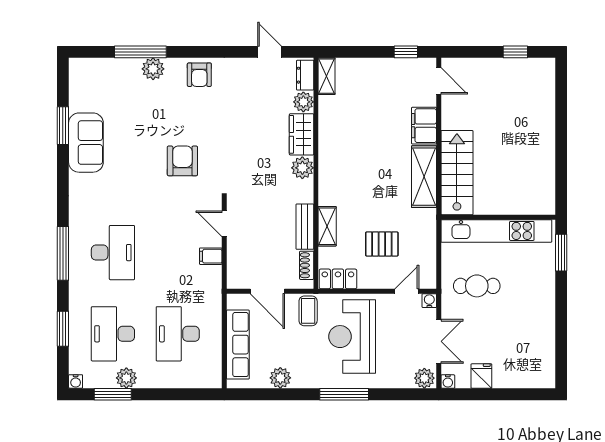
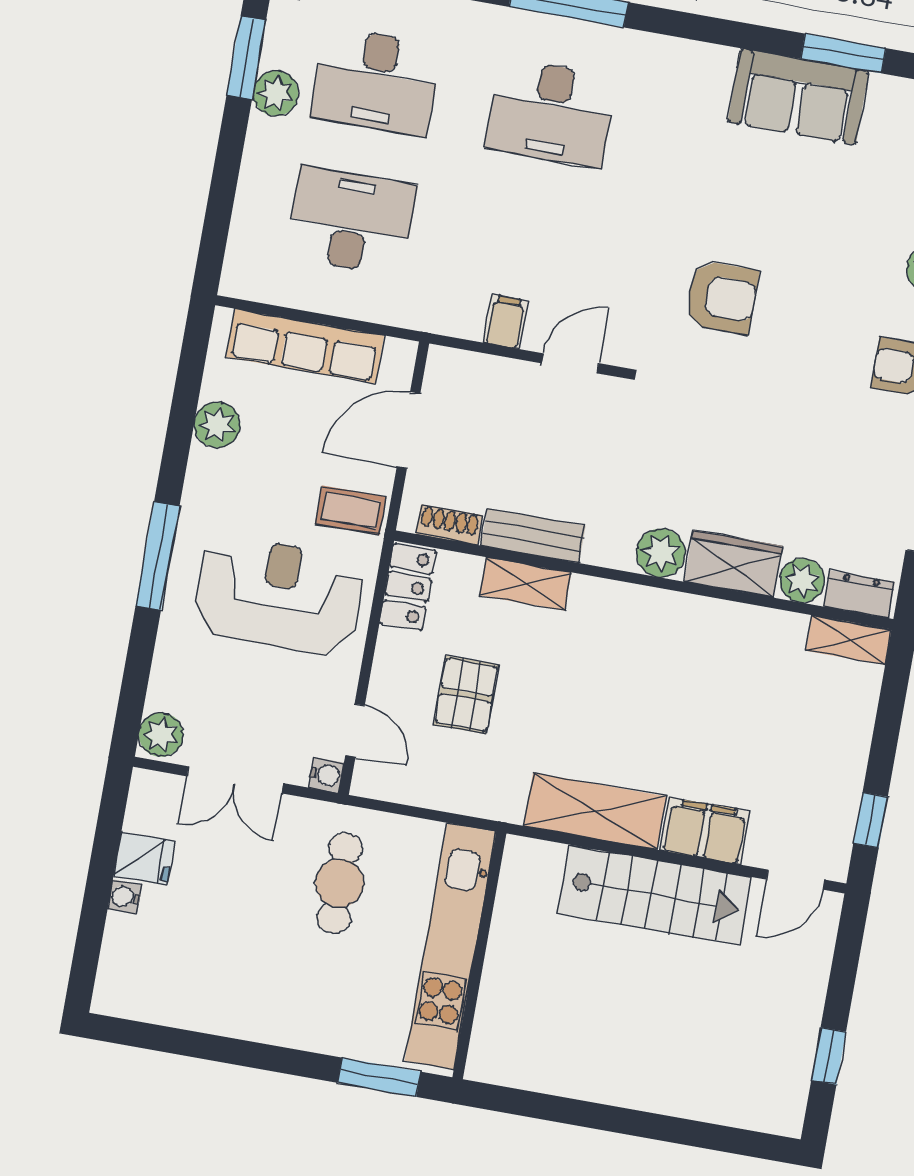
stairs: (457, 173) -> (655, 895), moved
desk: (113, 334) -> (376, 81), turned 180
water cooler: (448, 382) -> (125, 897), moved

